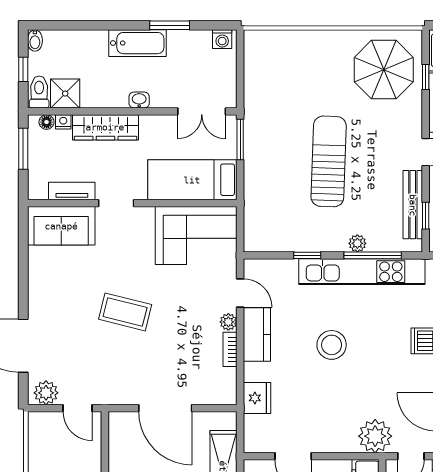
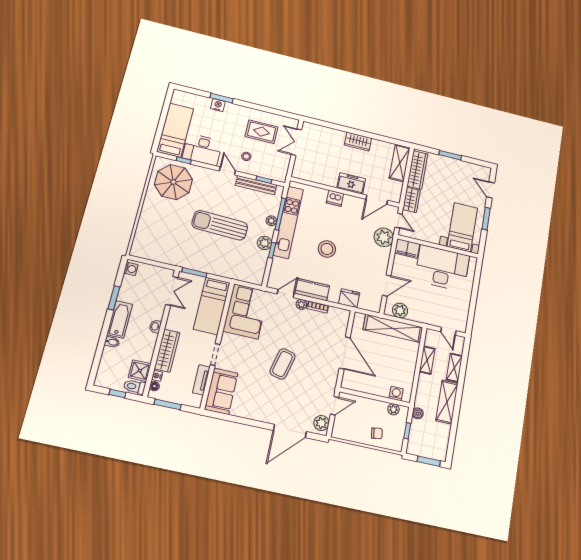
bidet: (35, 40) -> (112, 342), moved
plant: (317, 240) -> (264, 243), added
door: (165, 408) -> (345, 353), hinge flipped

